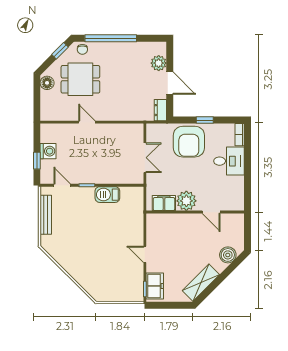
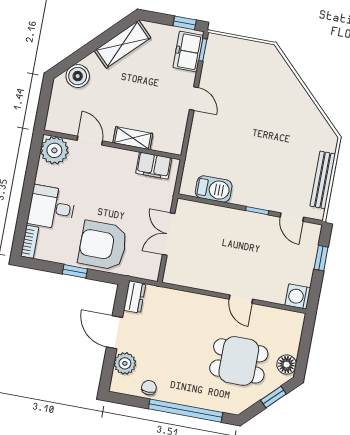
chair: (82, 49) -> (149, 388), moved
window: (60, 51) -> (273, 397), moved
armchair: (189, 142) -> (103, 245), turned -90
washing machine: (48, 151) -> (298, 296), moved
barbecue: (107, 195) -> (214, 189), moved
plant: (186, 201) -> (54, 150), moved
shelving: (182, 219) -> (133, 138), added
window: (161, 305) -> (185, 23), added

